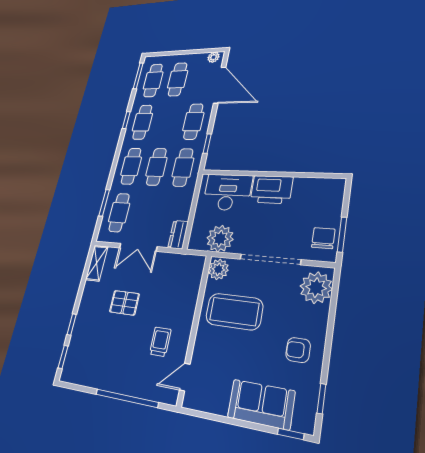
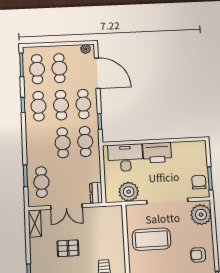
cafe table: (131, 166) -> (61, 105), moved
plant: (218, 269) -> (133, 213), removed

